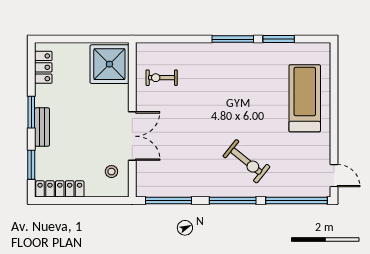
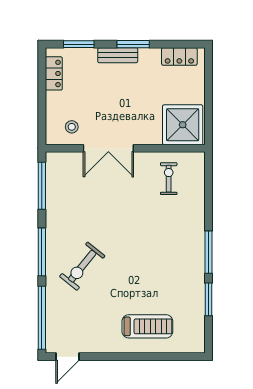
treadmill: (305, 98) -> (147, 326), width x0.73, depth x0.73
locker: (60, 189) -> (54, 73), width x0.66

